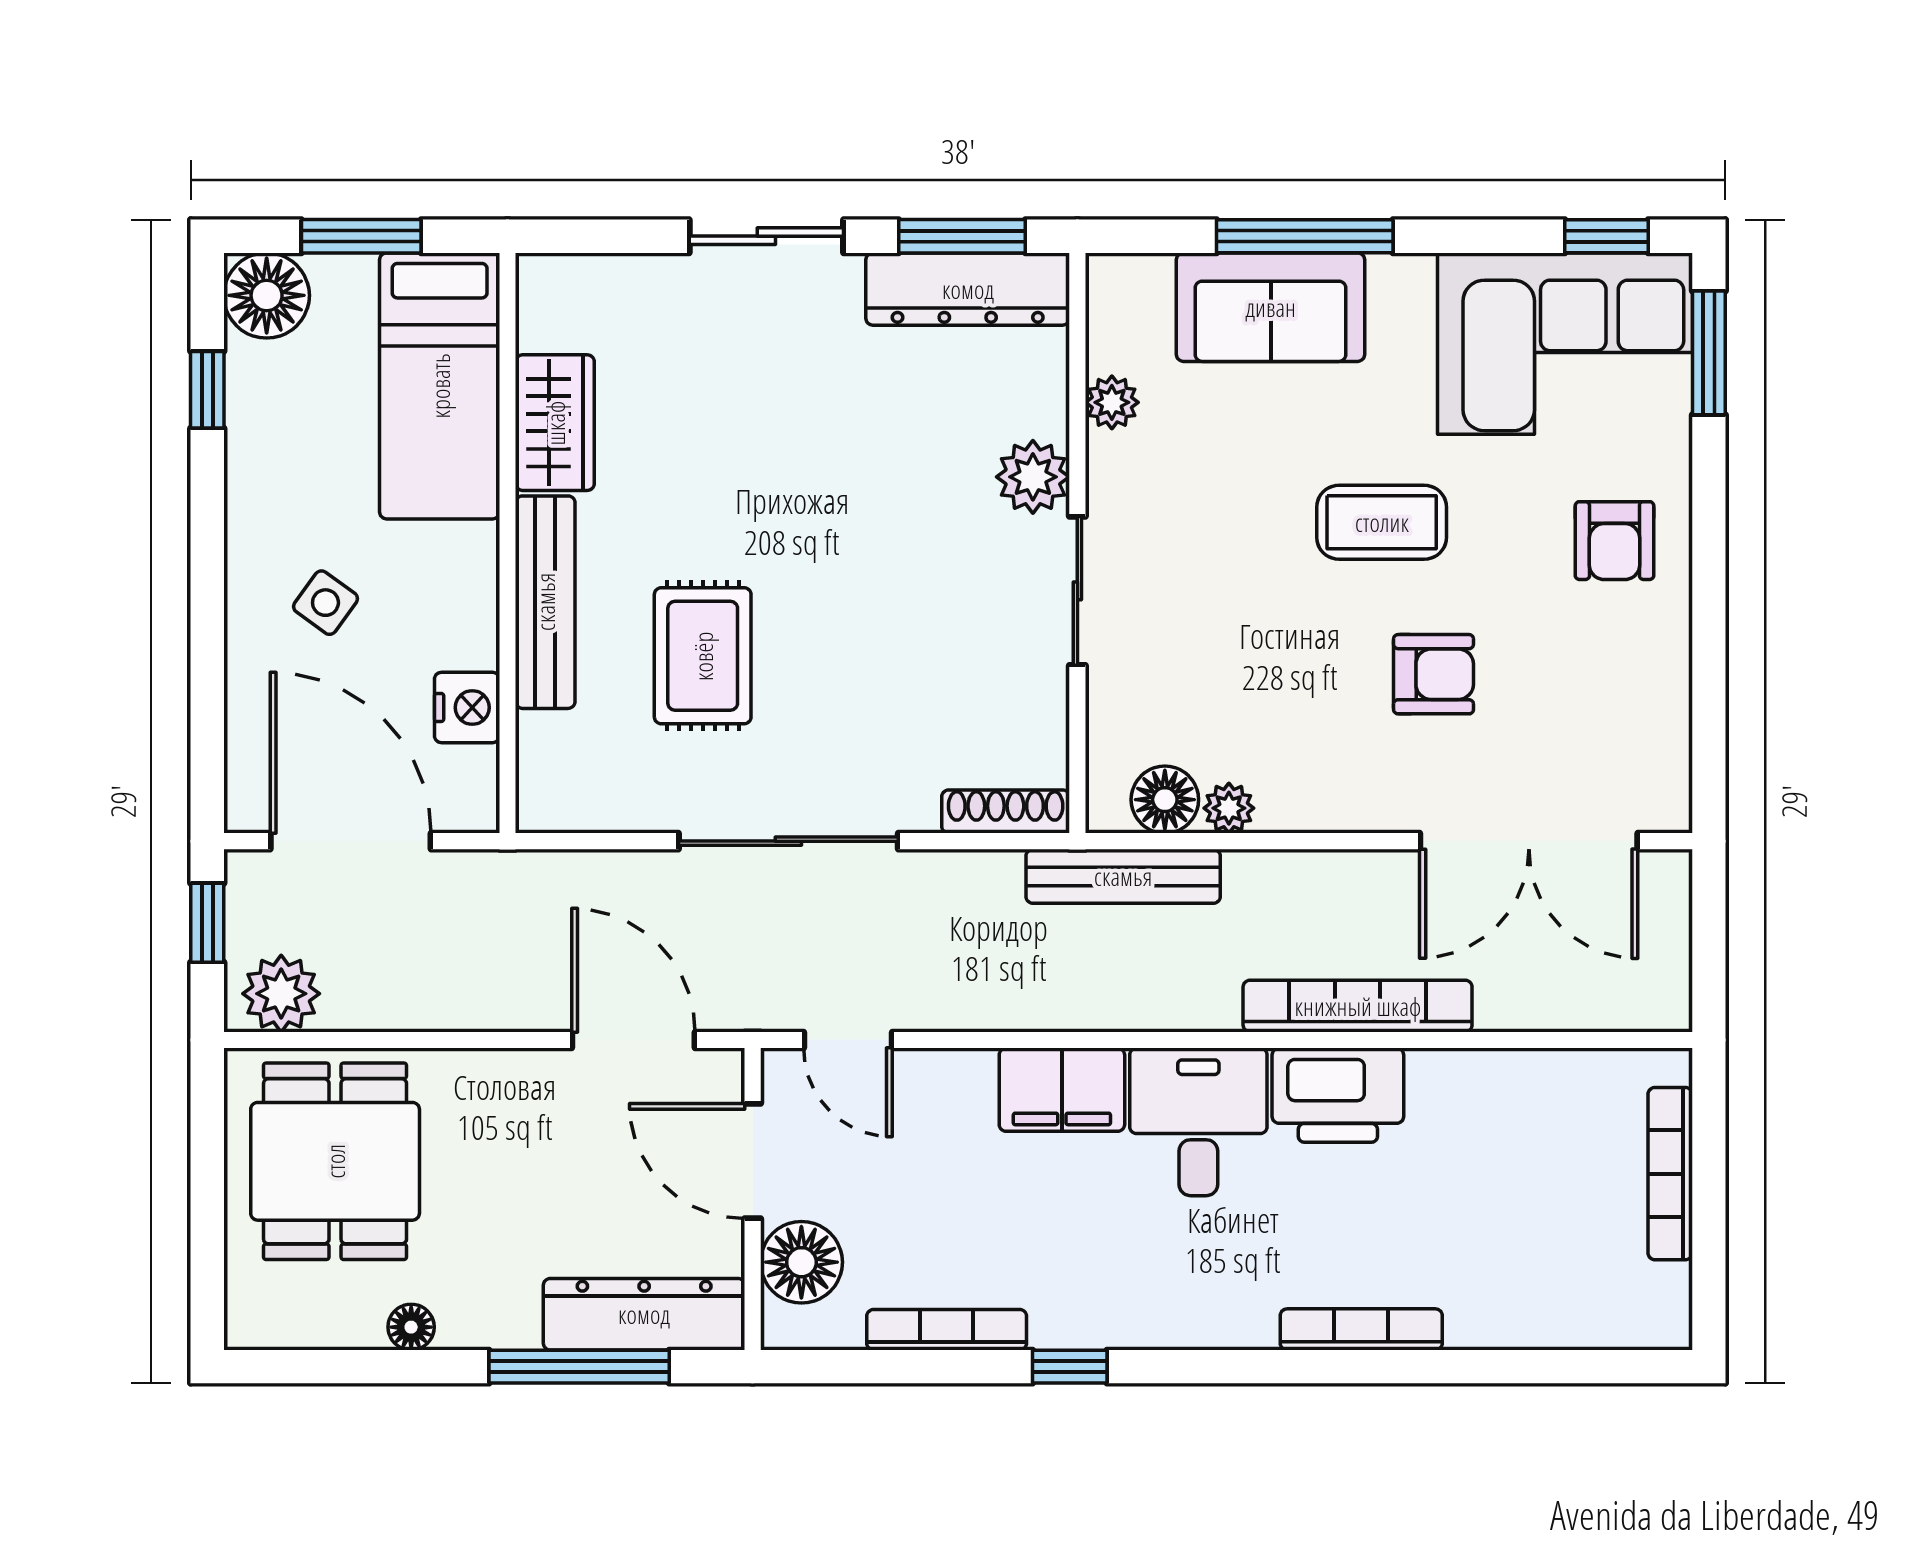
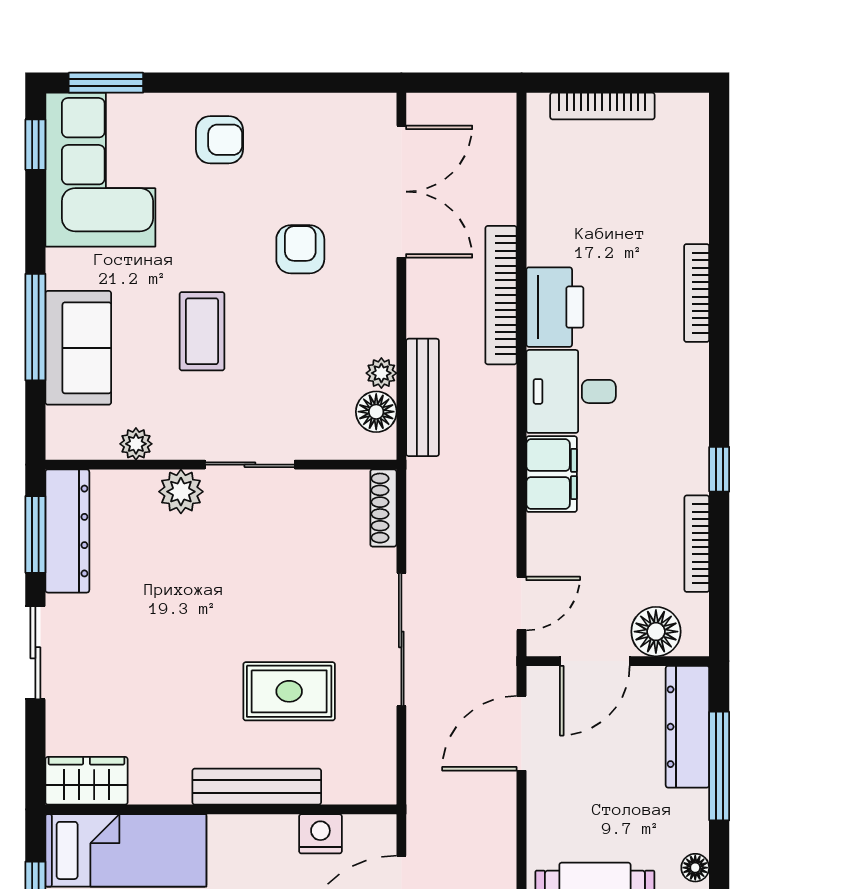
wardrobe: (555, 423) -> (86, 781), moved
coffee table: (1382, 522) -> (202, 331), moved
bench: (1123, 876) -> (423, 397), moved

